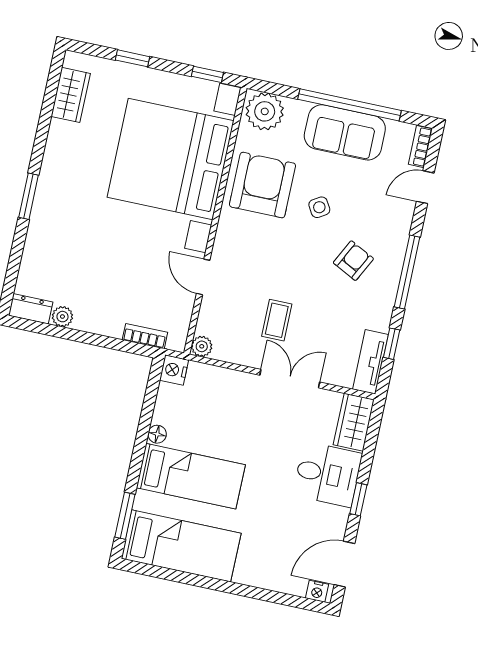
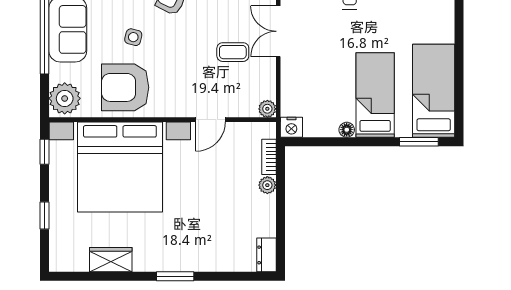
wardrobe: (71, 95) -> (111, 260), moved
side table: (319, 207) -> (133, 37), turned 45
plant: (62, 317) -> (267, 185), moved

